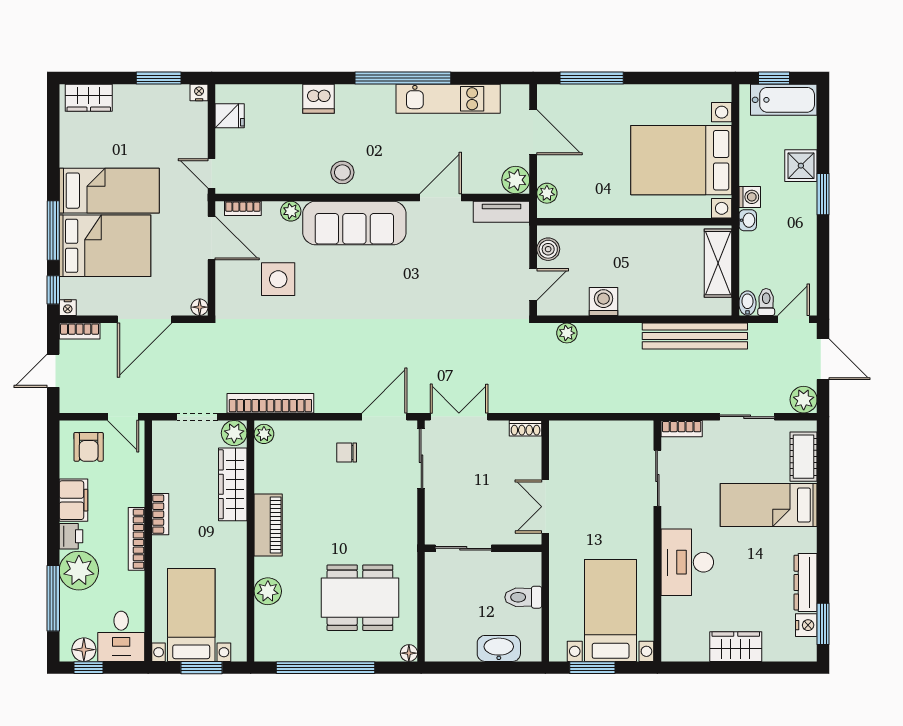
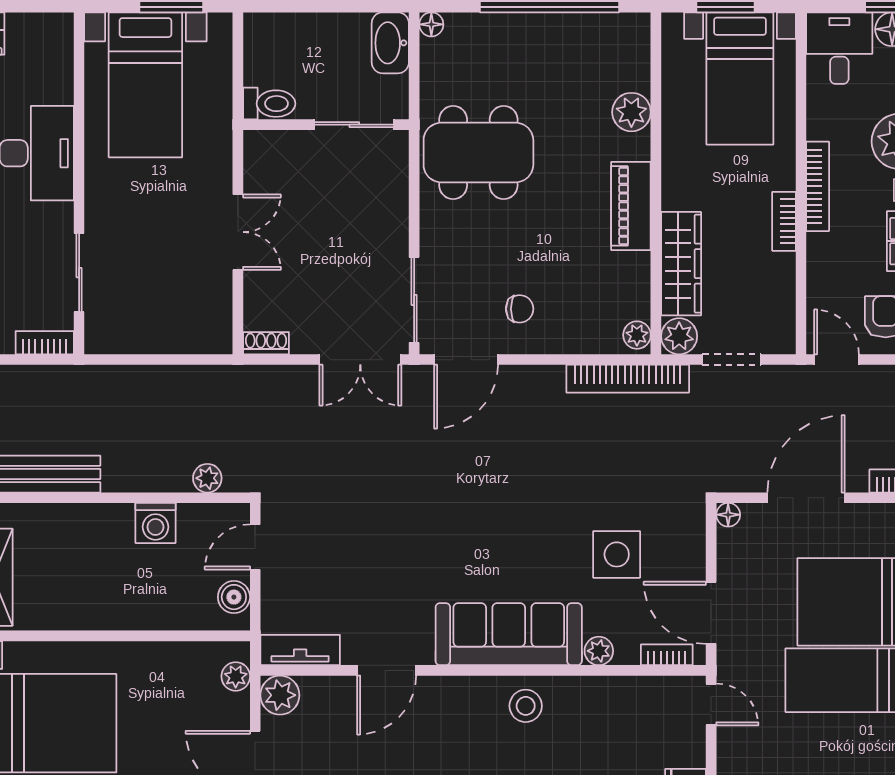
sliding door: (463, 548) -> (354, 125), moved
wall: (483, 548) -> (326, 125), moved
dining table: (360, 598) -> (478, 153), moved
washbasin: (499, 648) -> (390, 43), moved, turned 90

